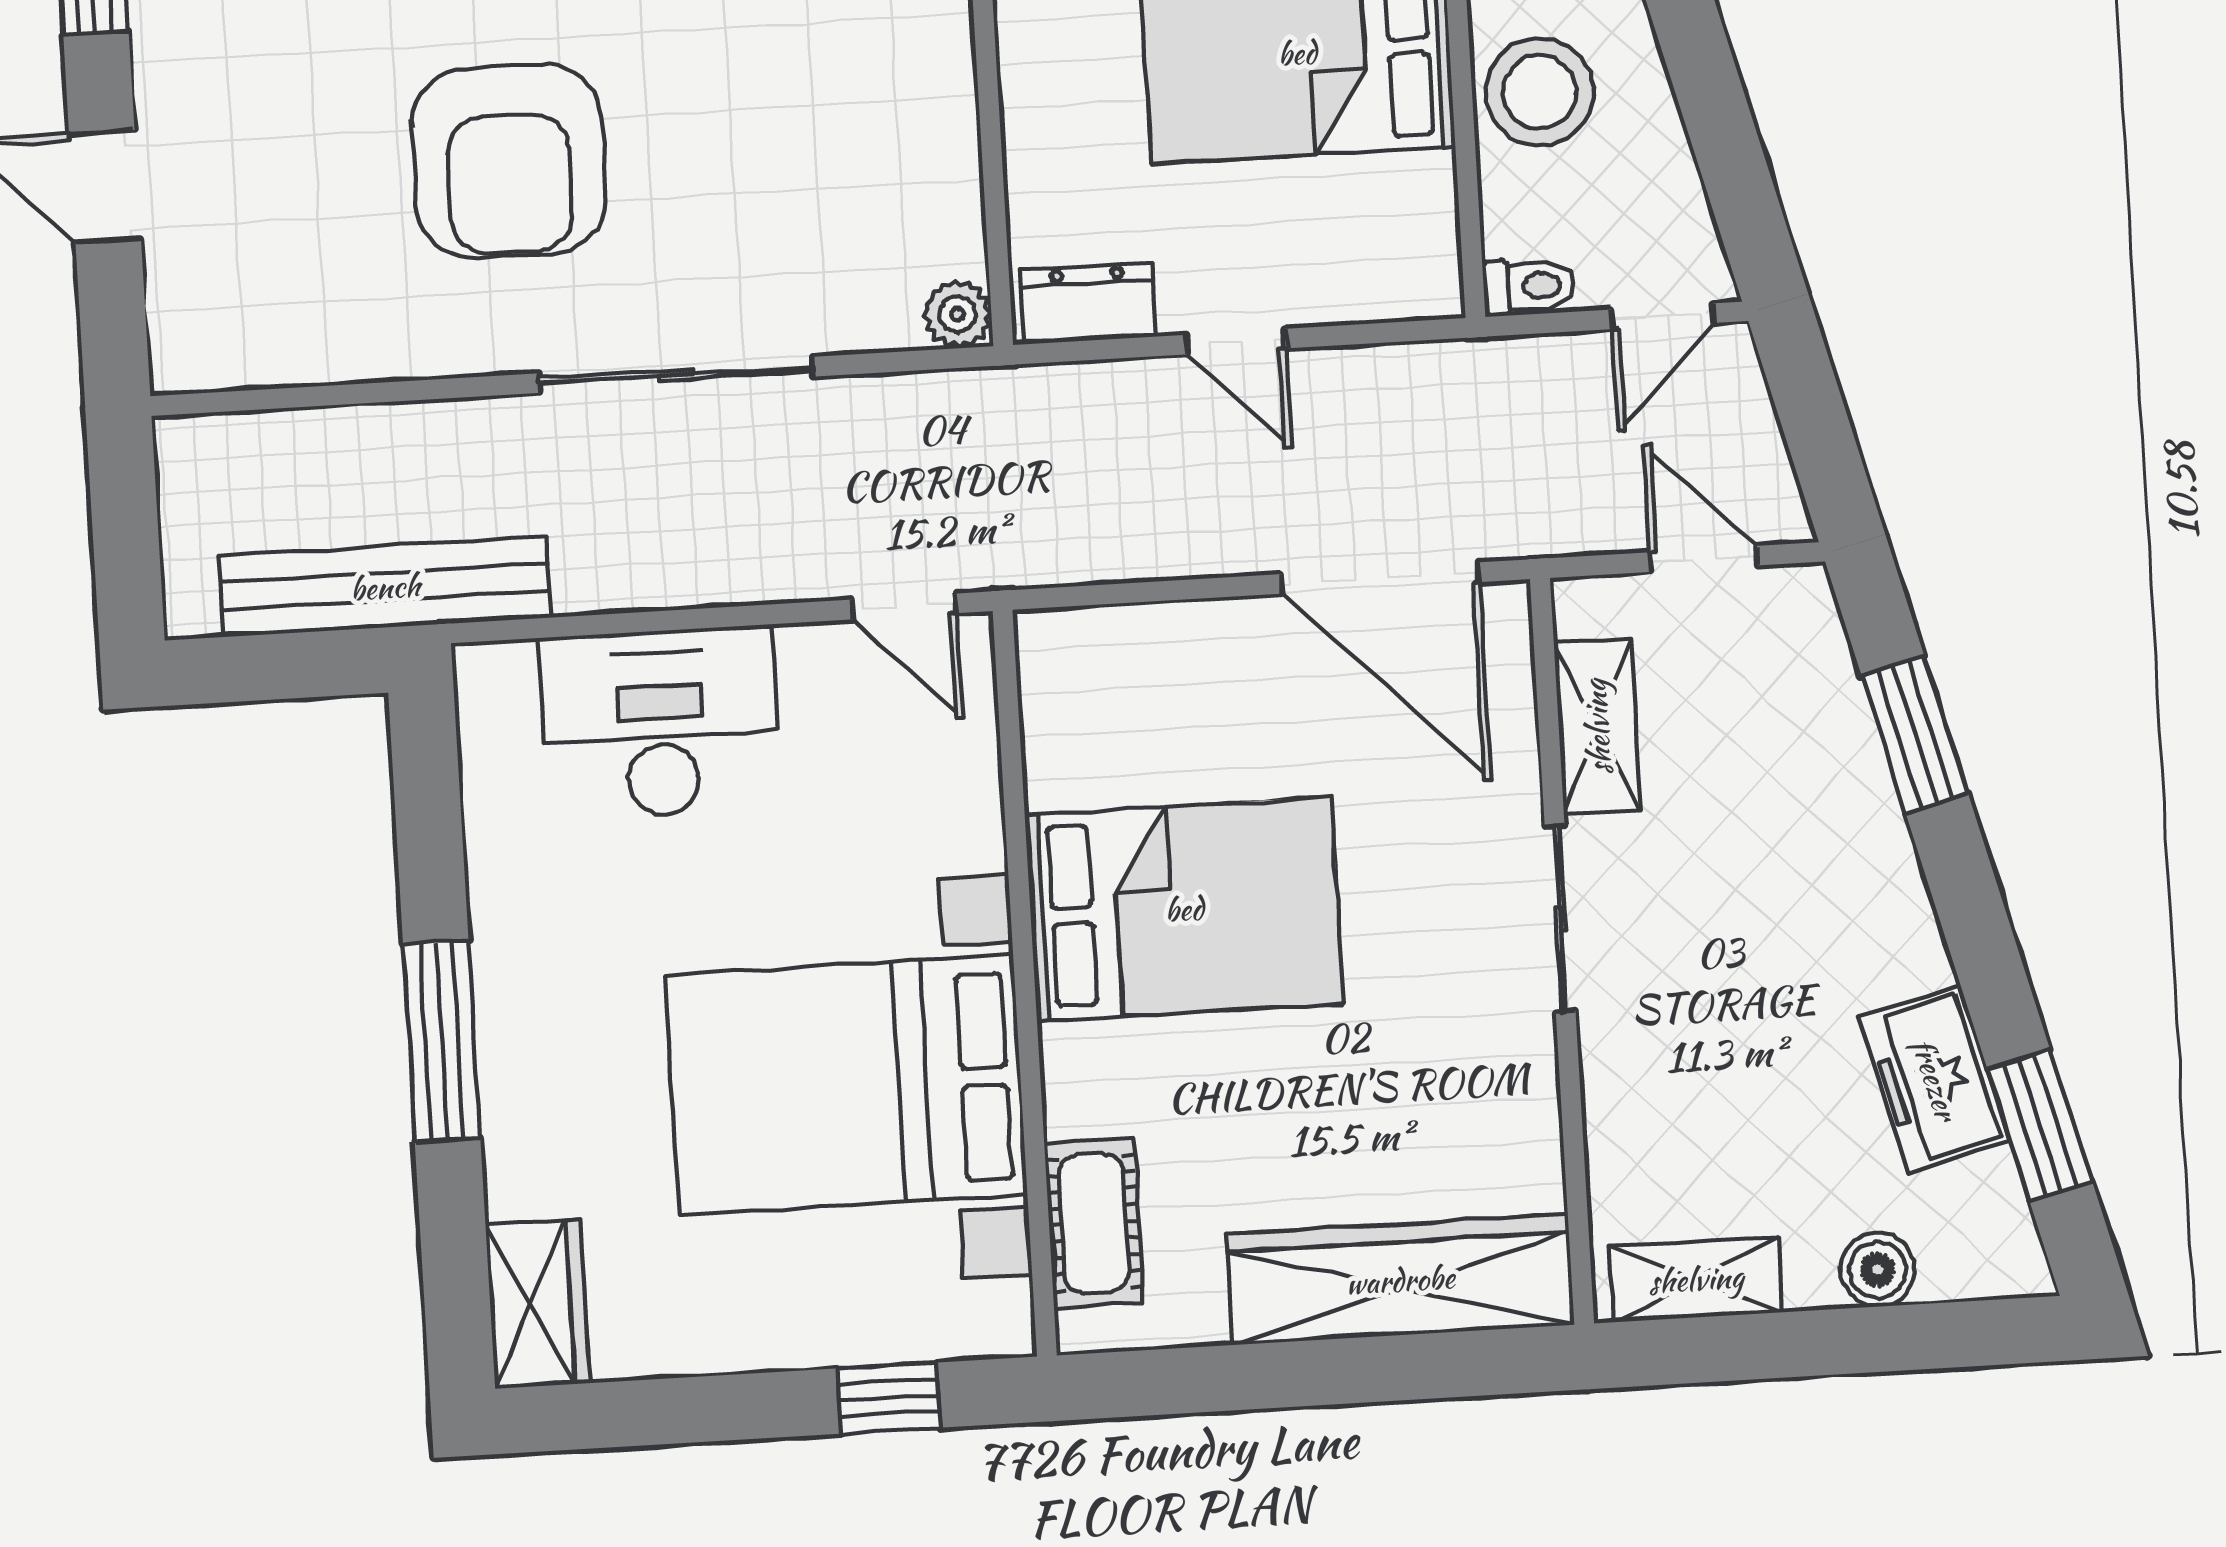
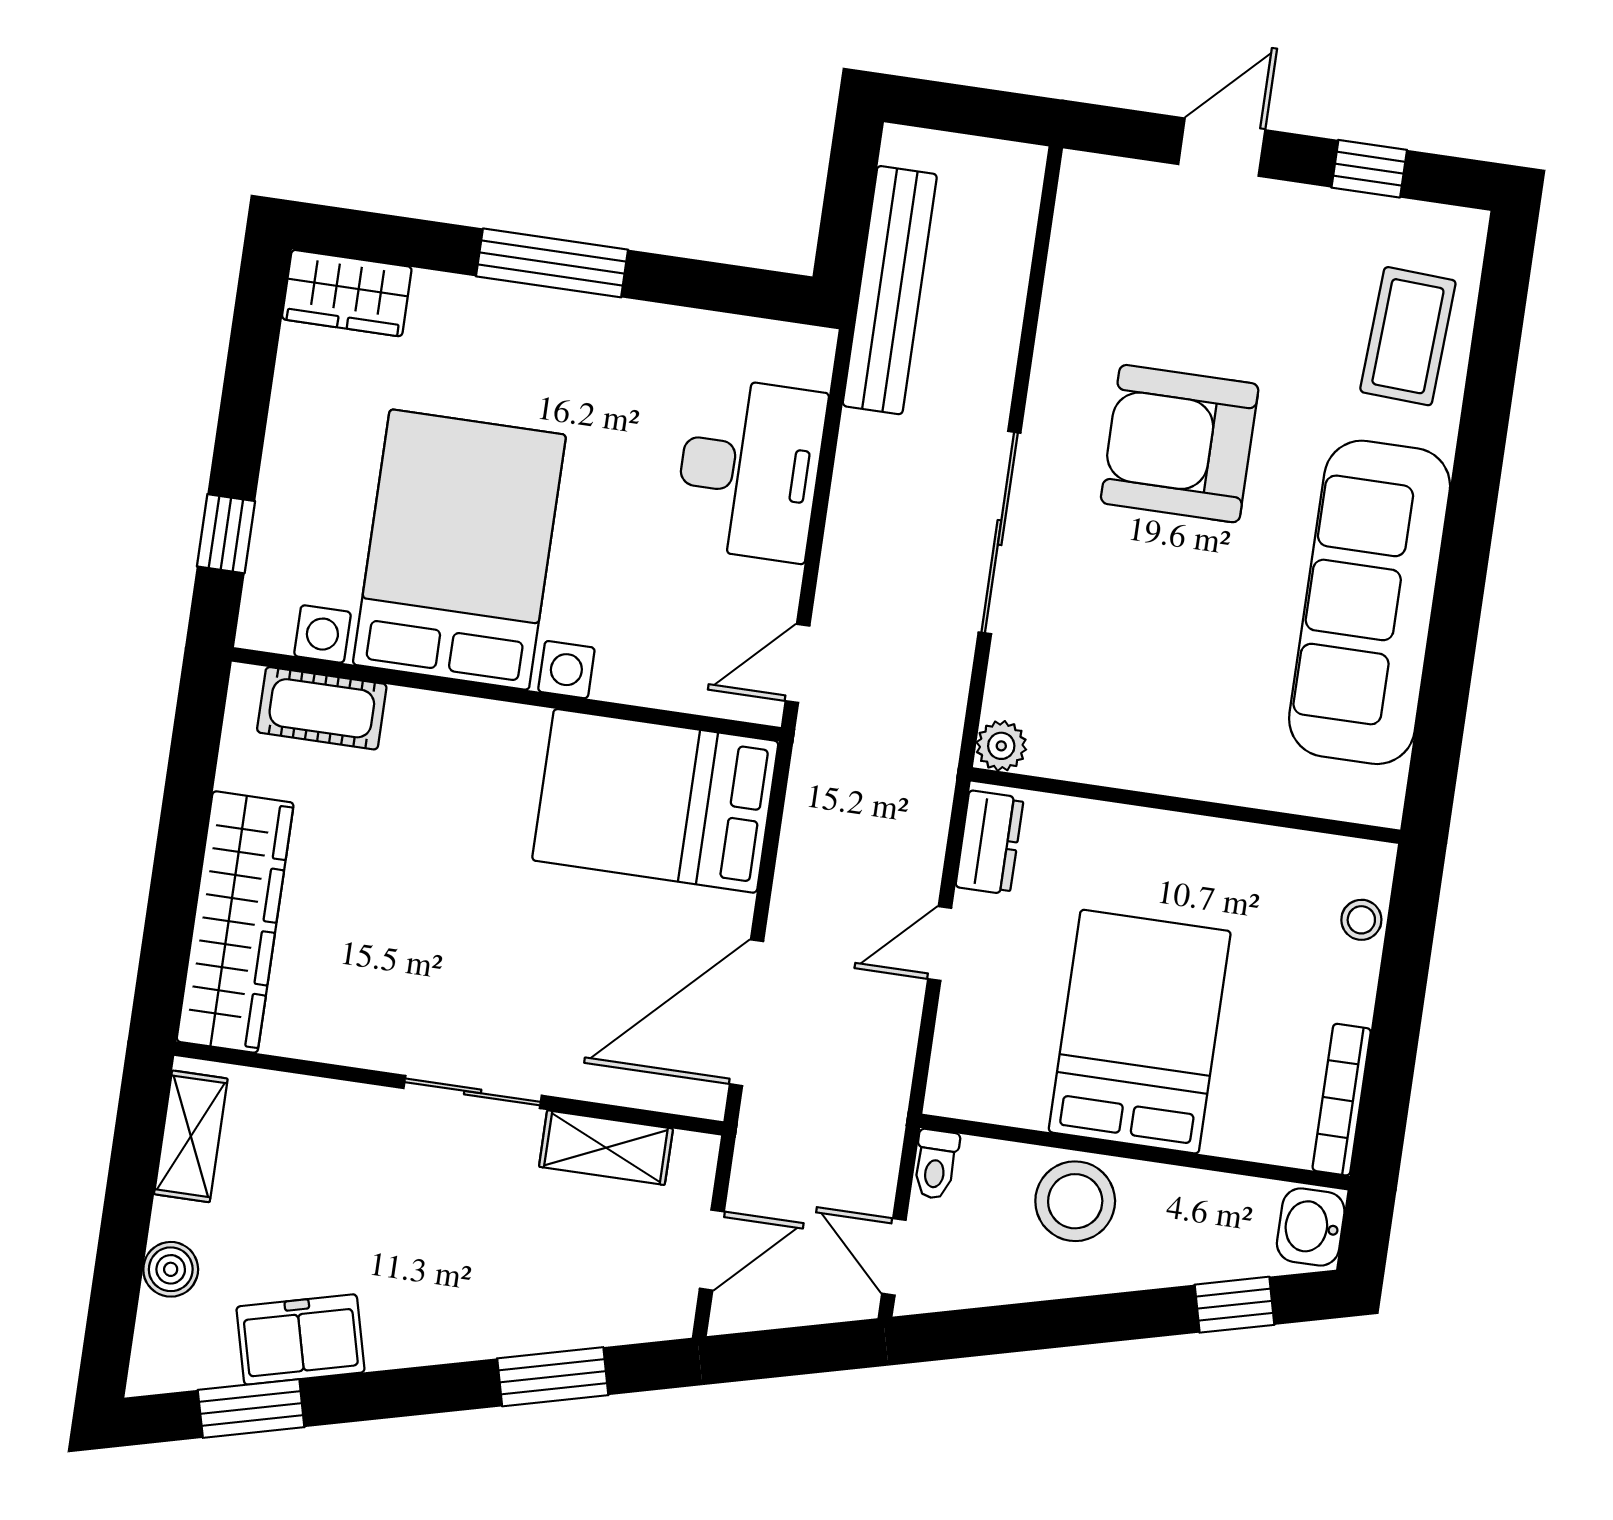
bed: (1184, 909) -> (655, 801), moved, turned 90

